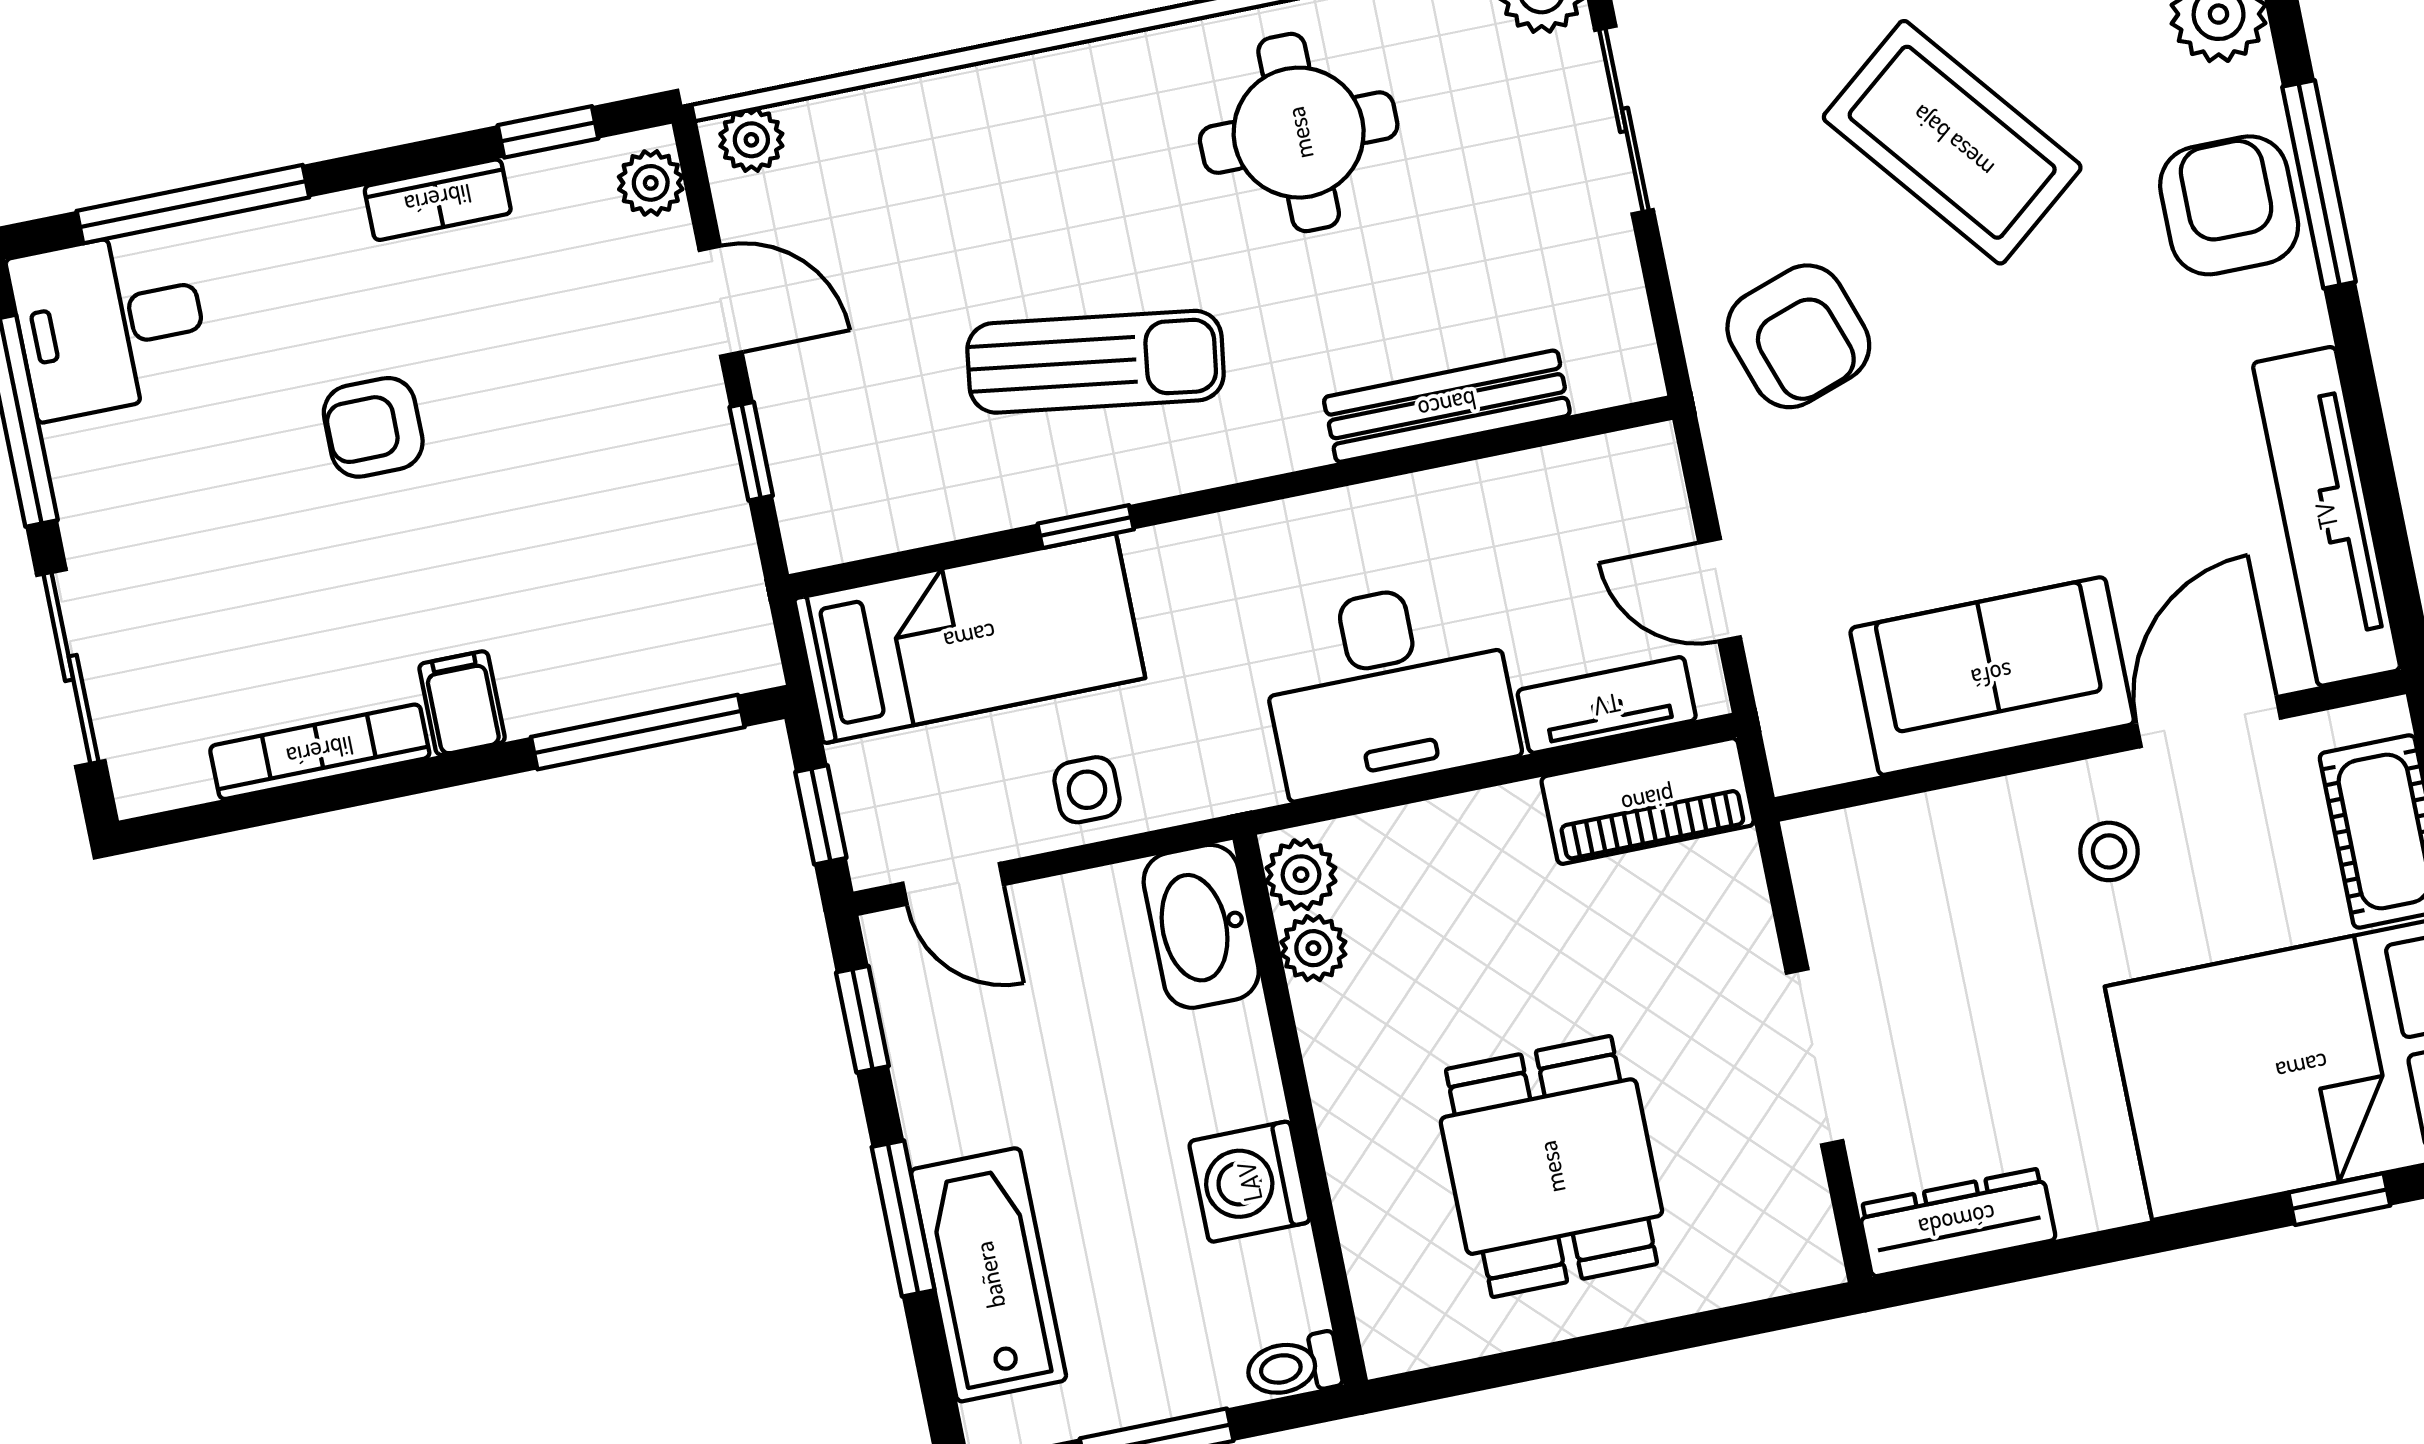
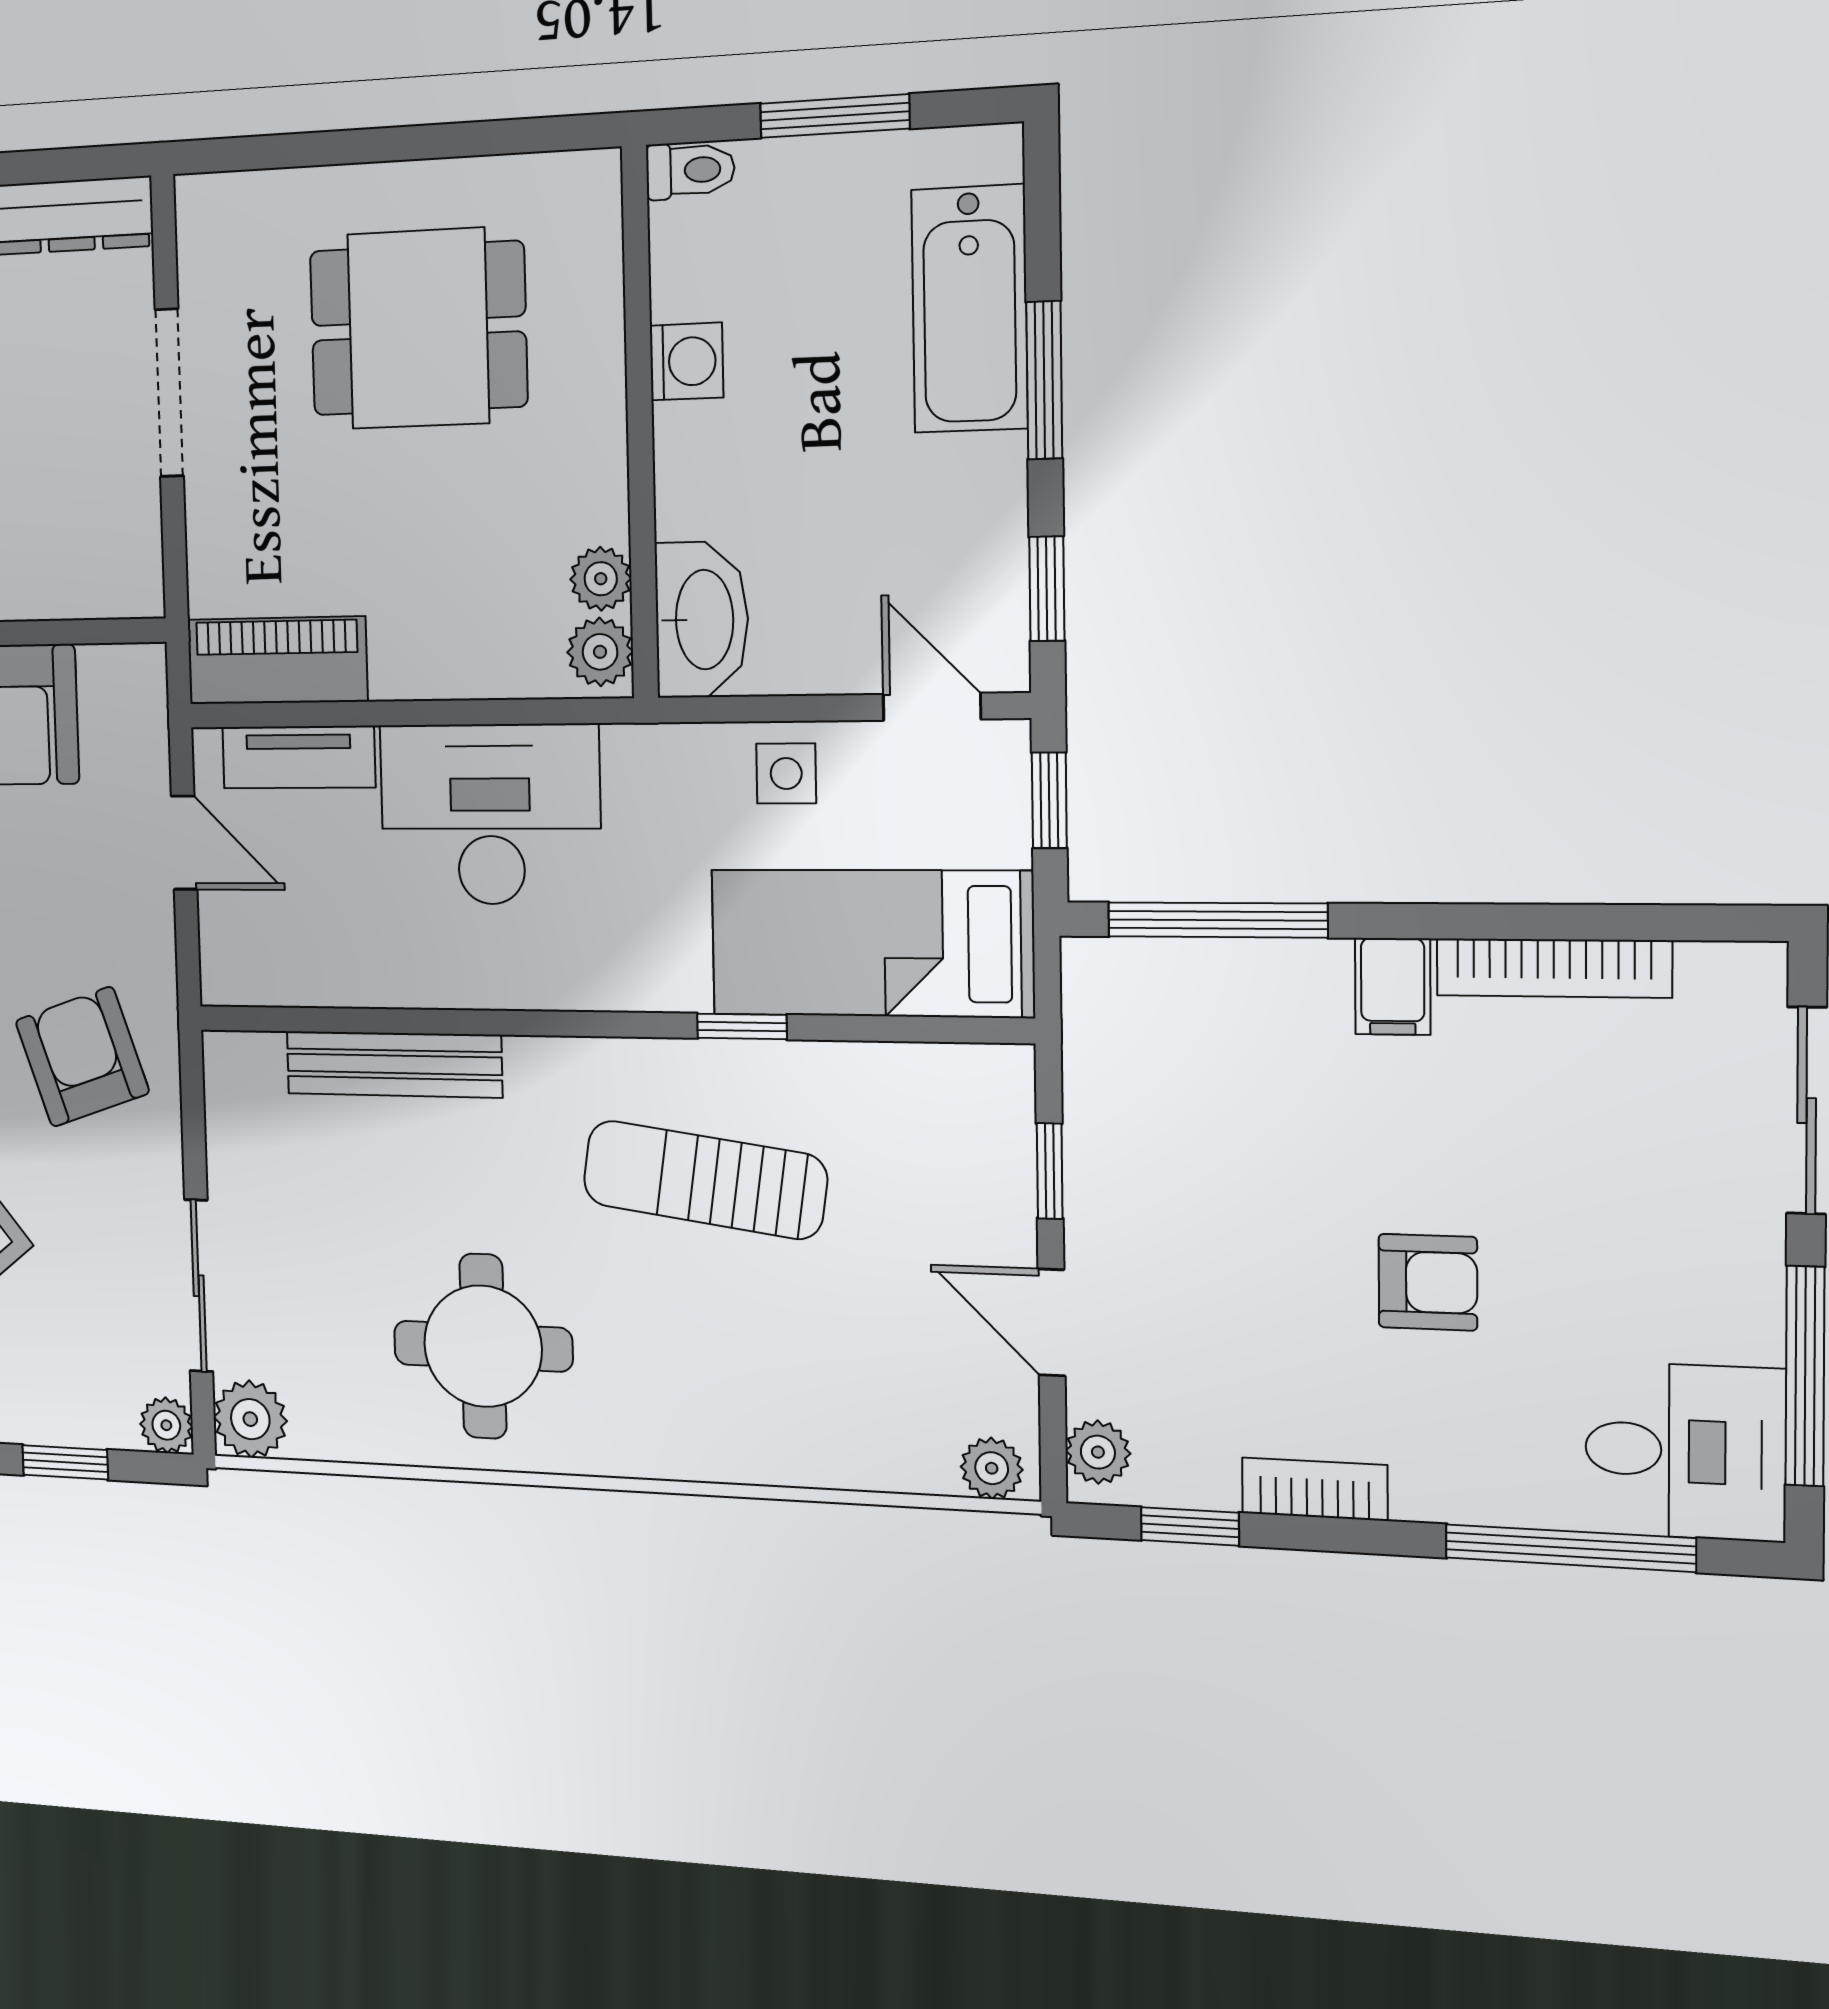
dining table: (1551, 1167) -> (418, 329), turned 90
washing machine: (1249, 1182) -> (686, 361), width x0.73, depth x0.73

